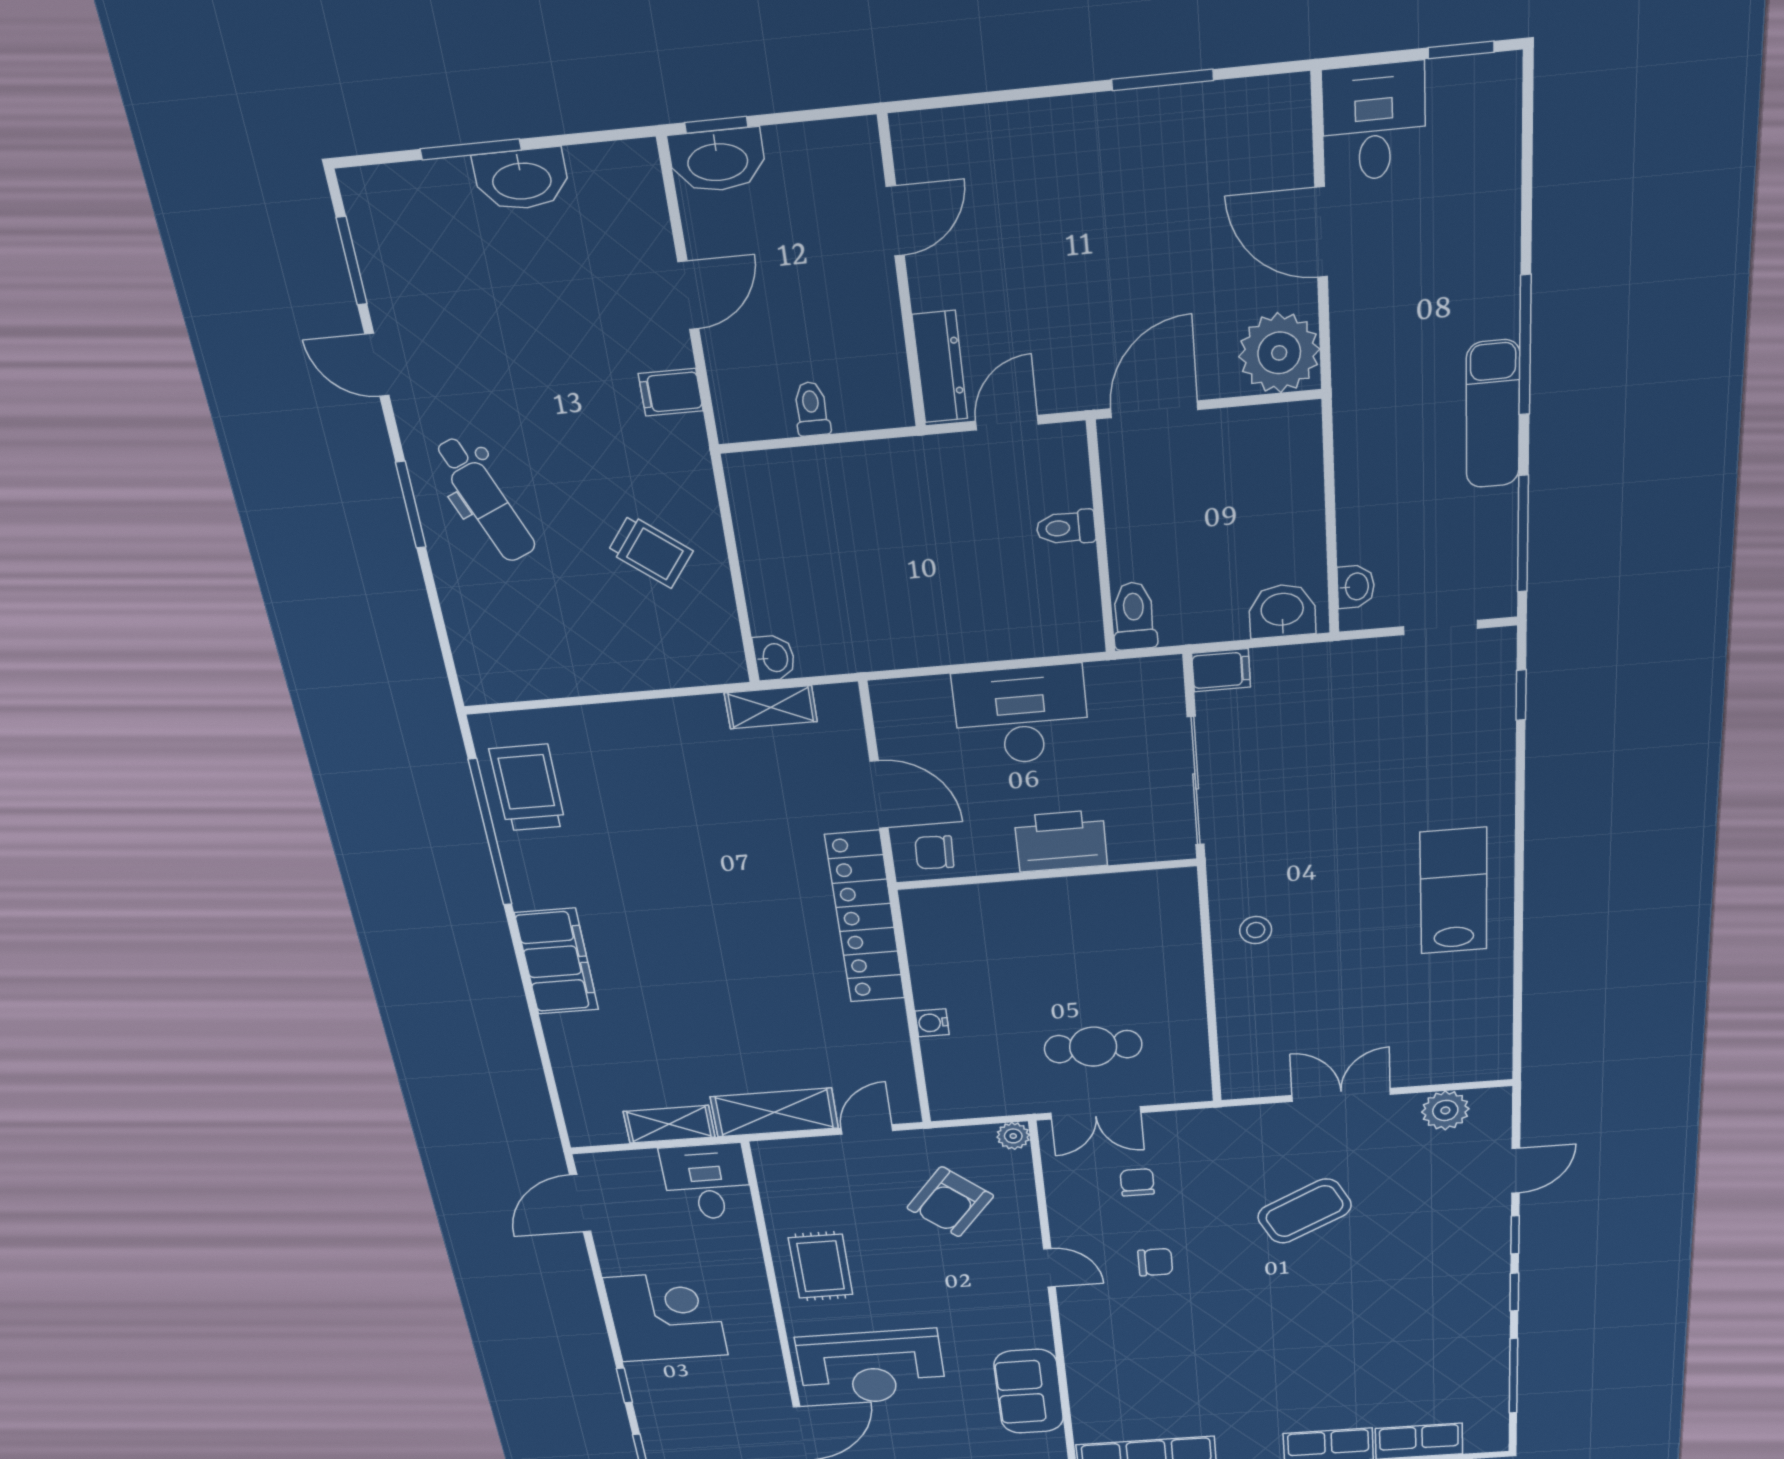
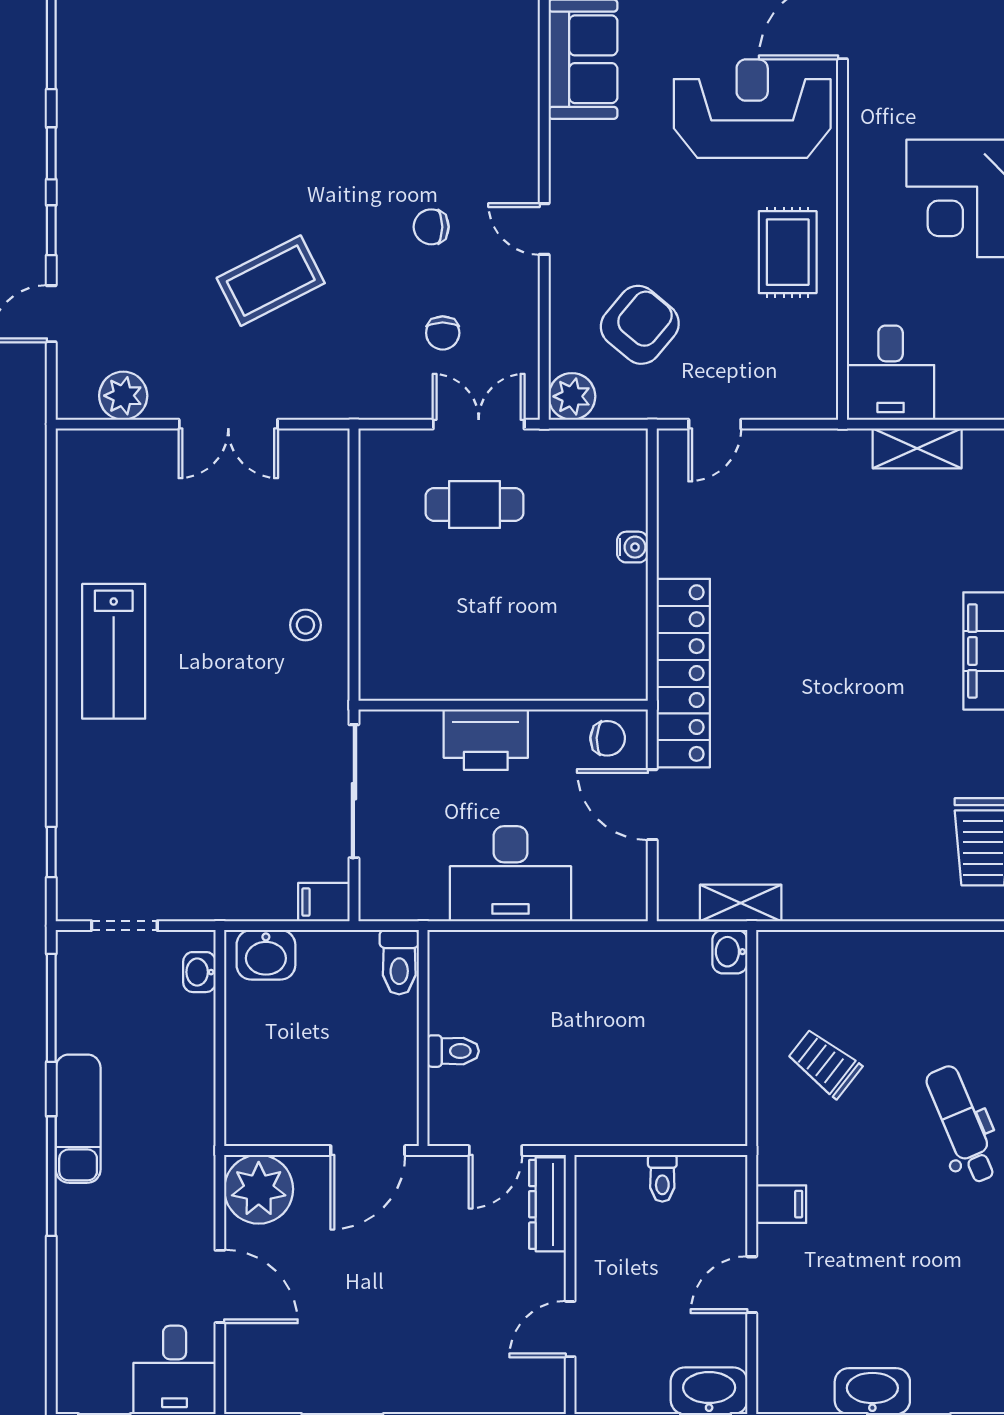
shelving: (774, 1112) -> (807, 453), removed
plant: (1013, 1136) -> (572, 396), width x1.38, depth x1.38

